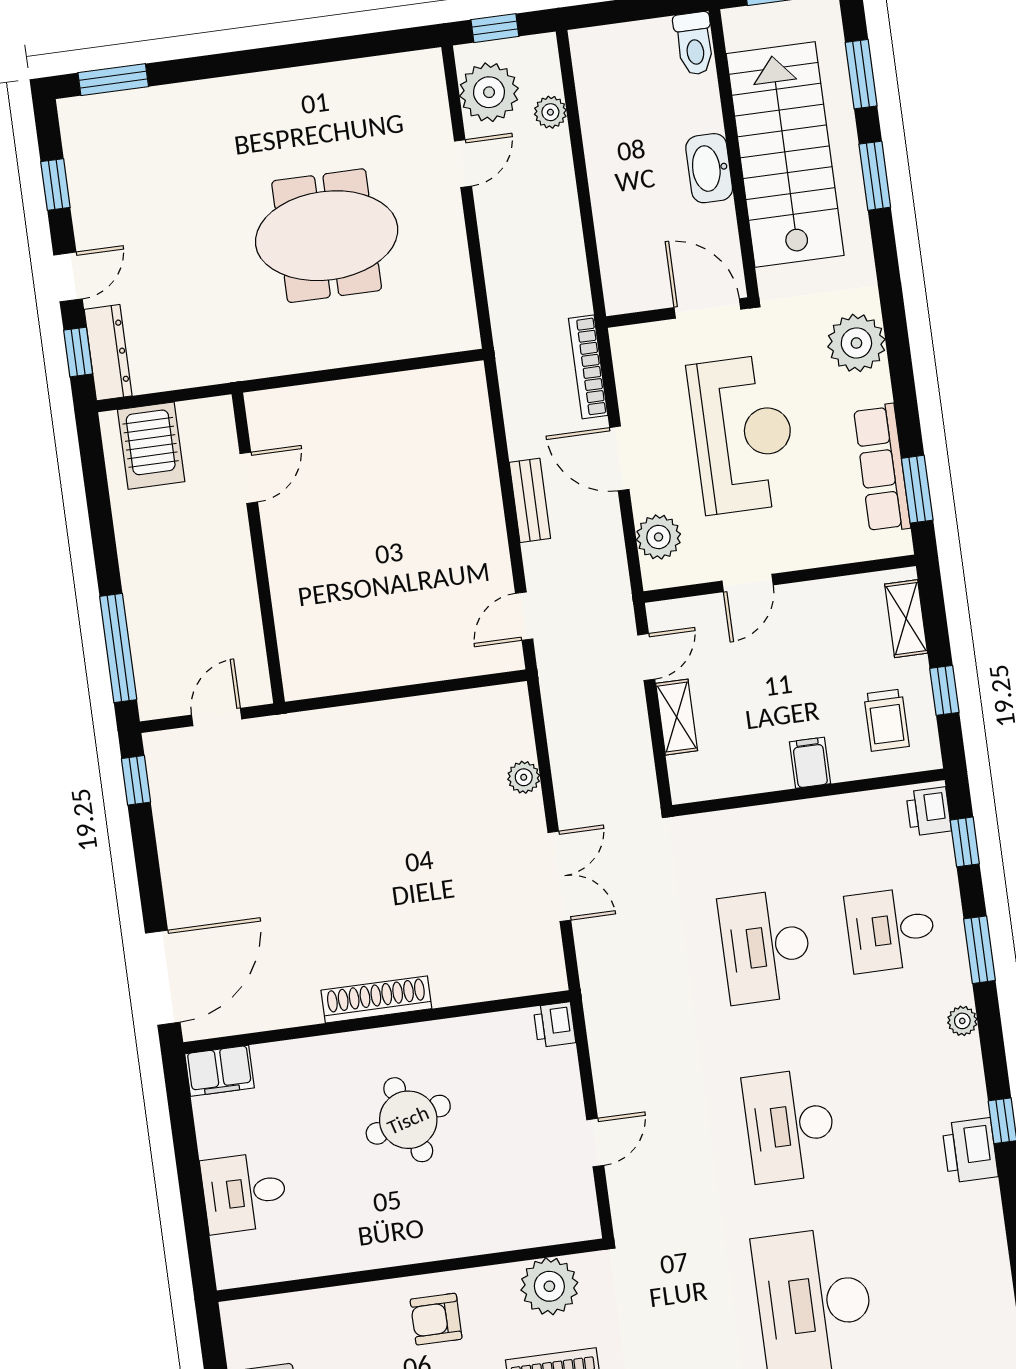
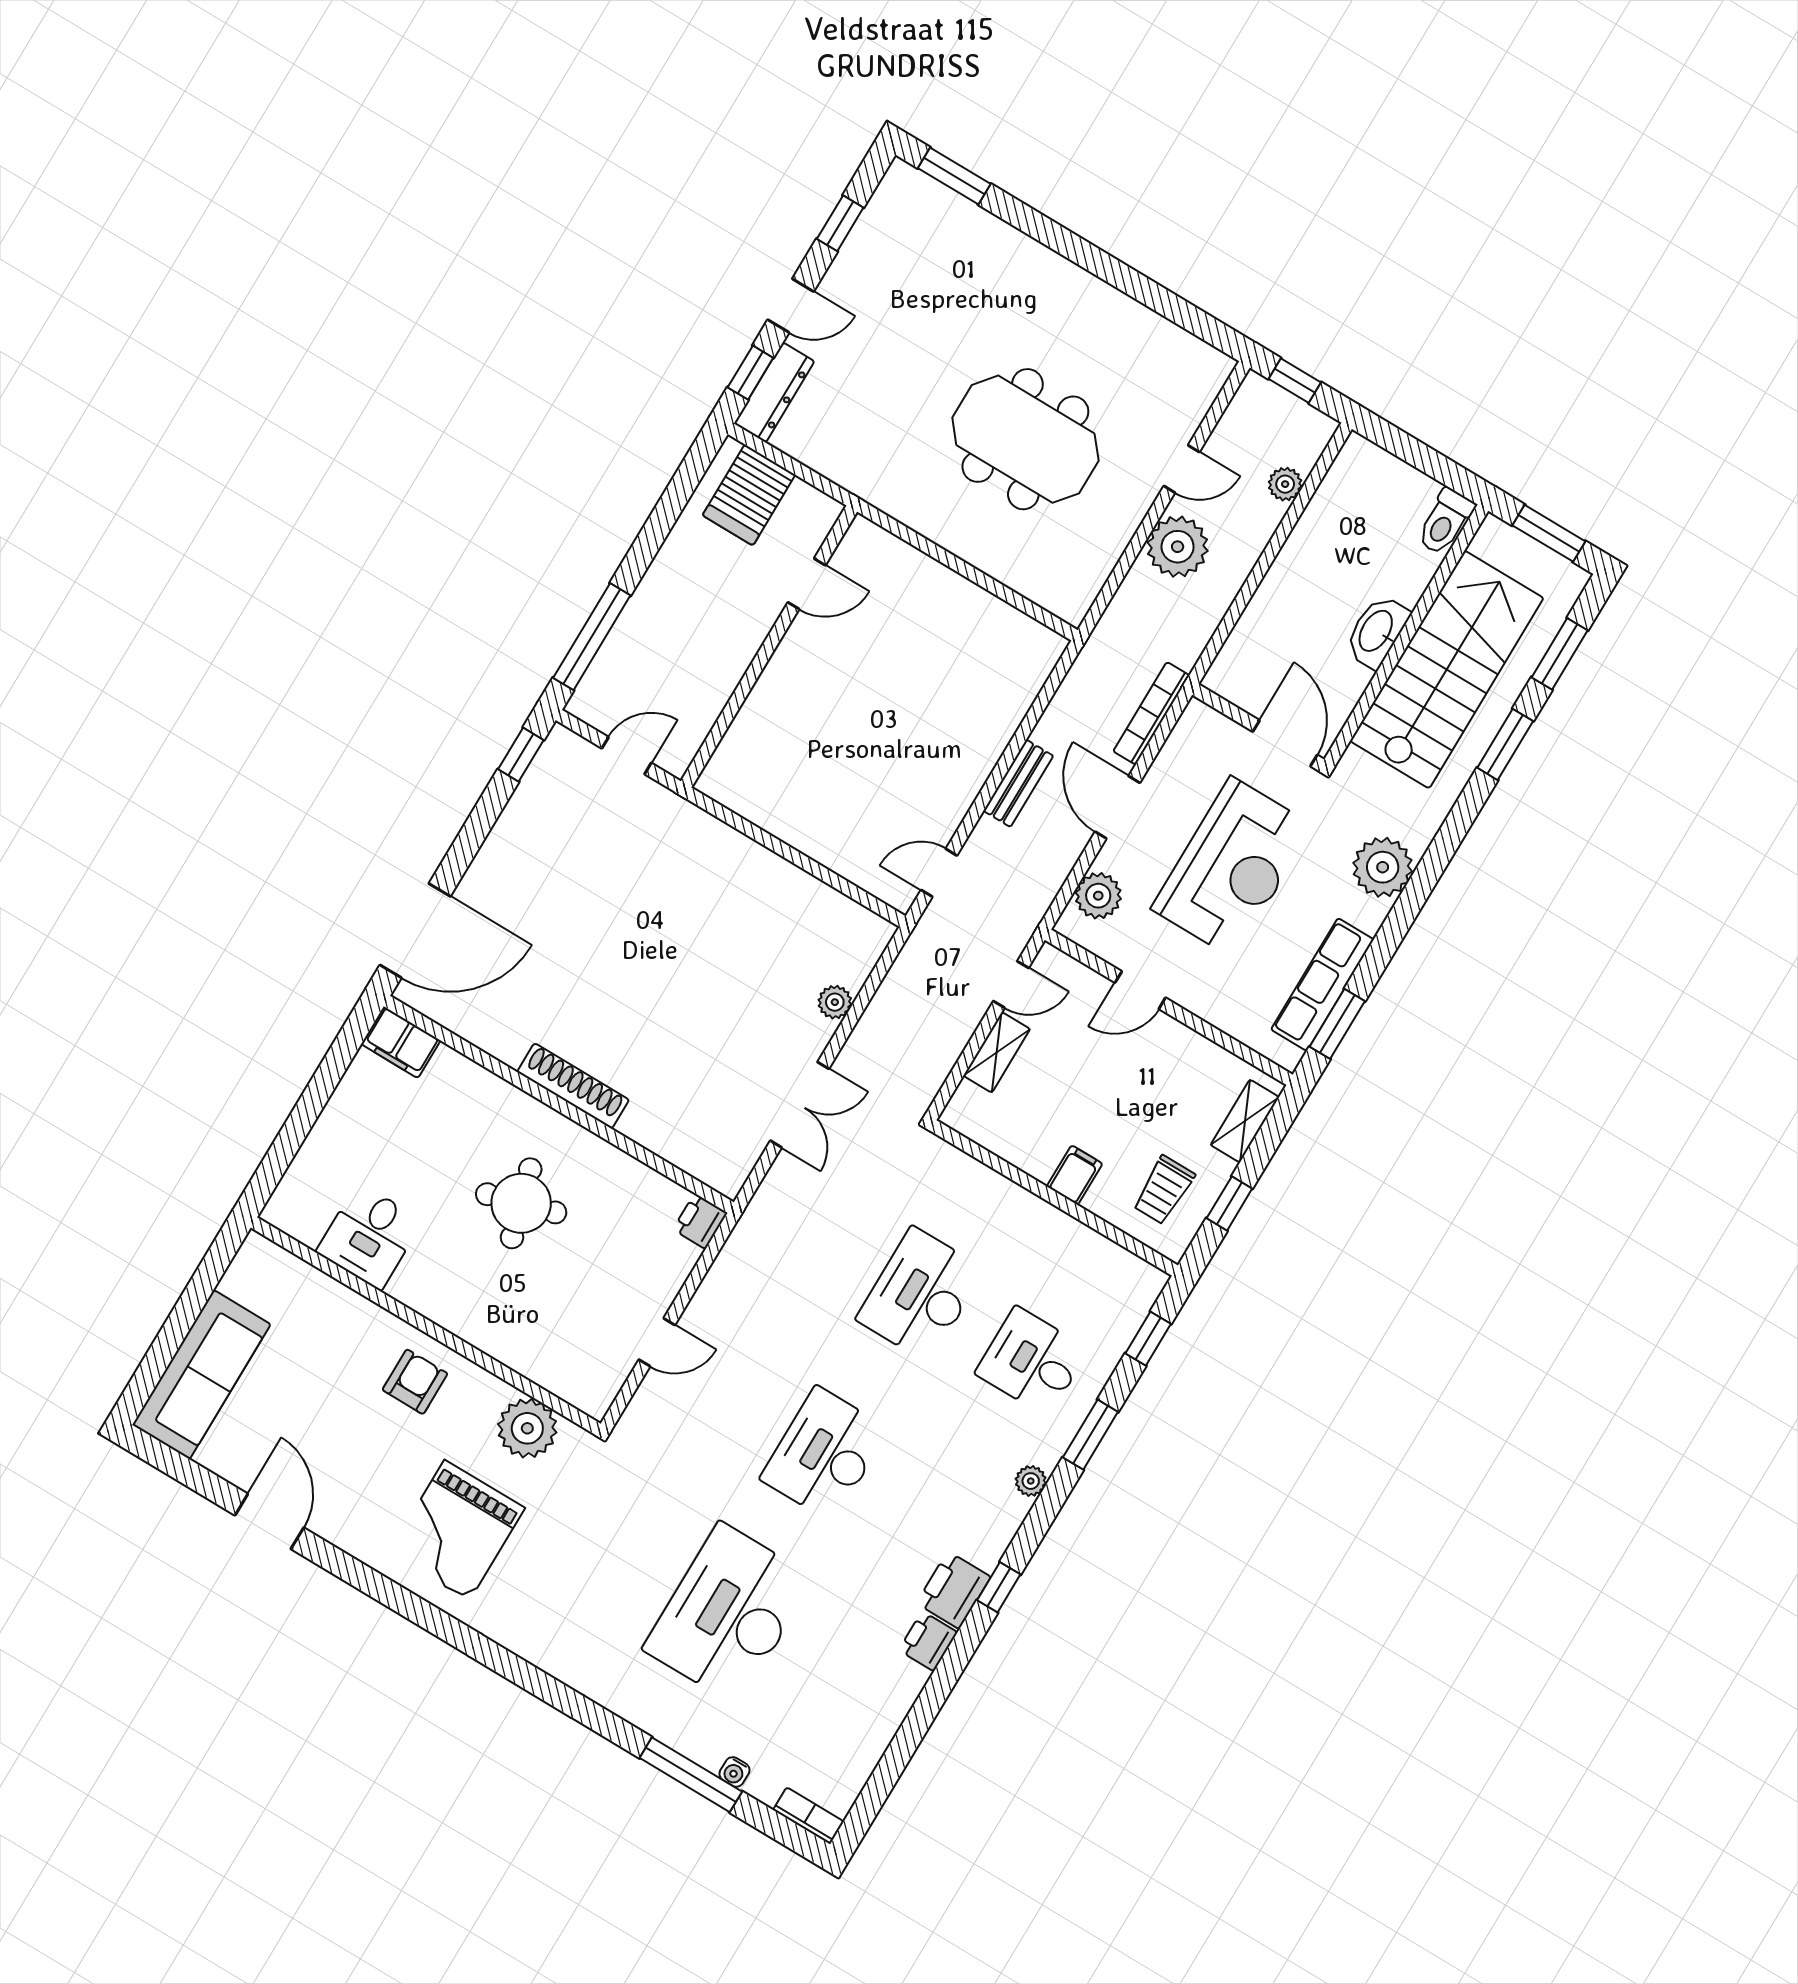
plant: (489, 92) -> (1178, 547), moved
printer: (929, 811) -> (928, 1641), moved
desk: (244, 1193) -> (369, 1236), moved, turned -90
armchair: (436, 1319) -> (415, 1382), turned 90

